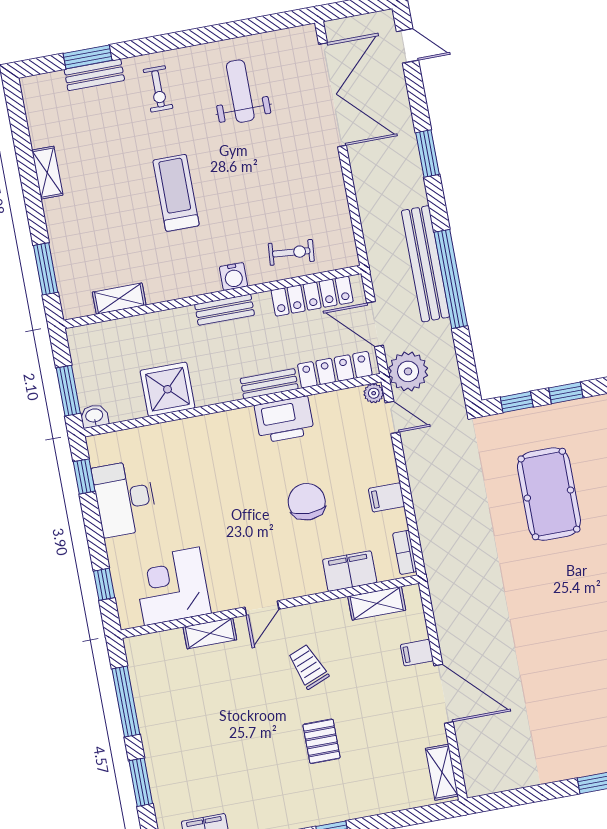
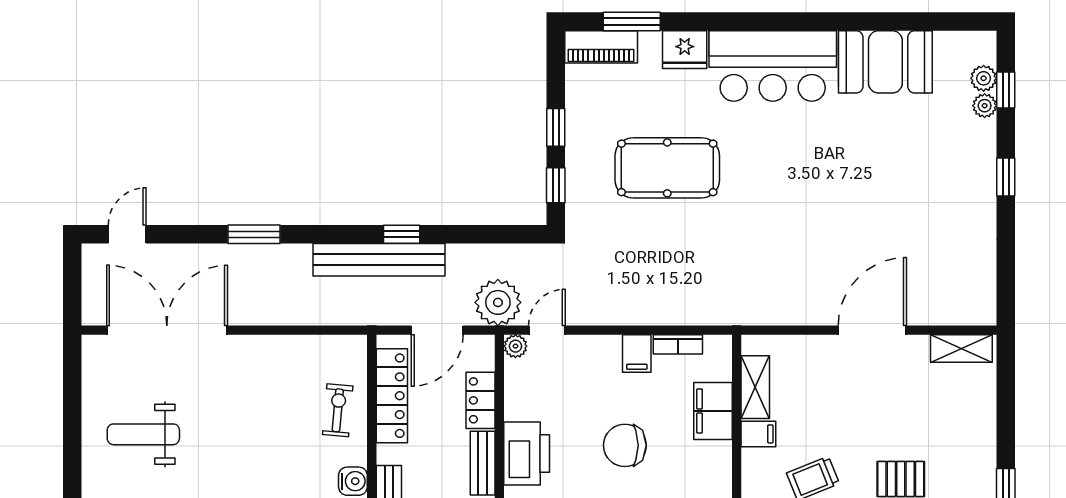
window: (451, 279) -> (402, 234), width x0.32
locker: (335, 370) -> (481, 400), width x0.66
bookcase: (405, 552) -> (678, 344), moved
filing cabinet: (417, 653) -> (758, 434), moved, turned -90

